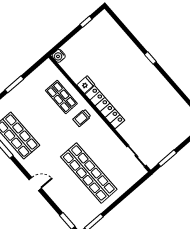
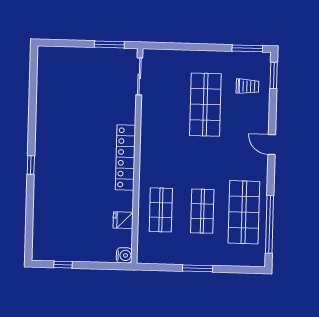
fridge: (86, 85) -> (123, 220), moved
shop shelf: (39, 116) -> (202, 211), added
trolley: (82, 118) -> (247, 86), moved
shop shelf: (89, 173) -> (205, 105), width x0.71

